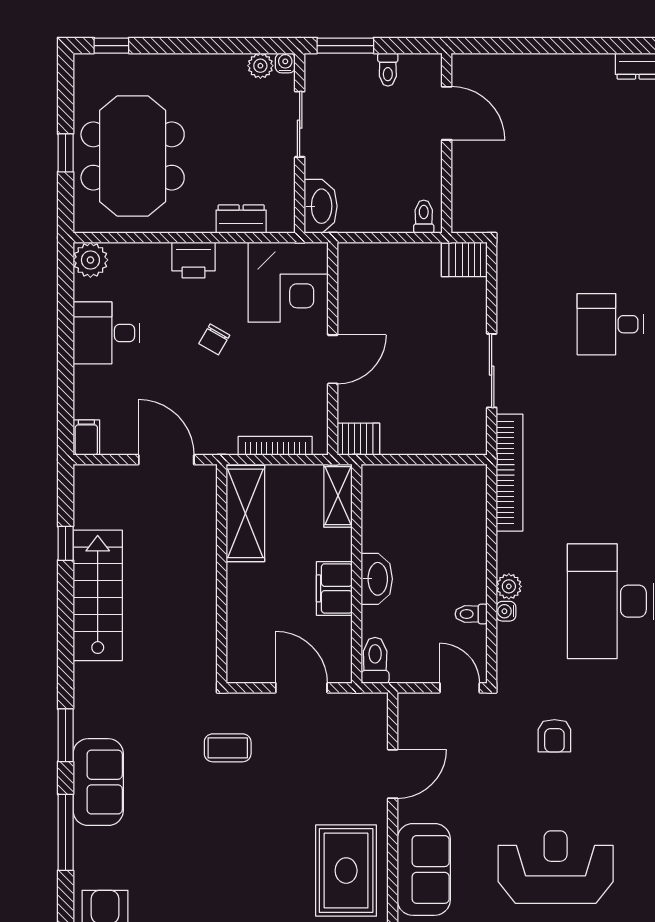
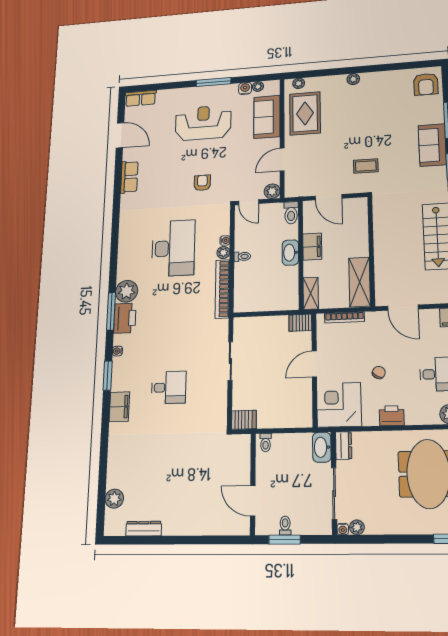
window: (345, 46) -> (285, 540), moved
sliding door: (300, 124) -> (334, 494), width x1.37
dresser: (241, 219) -> (344, 446), moved, turned -90
bookcase: (509, 473) -> (222, 289), moved
toilet: (471, 614) -> (242, 257), moved
plant: (413, 708) -> (272, 191), added
reception desk: (556, 867) -> (203, 123), turned 180

